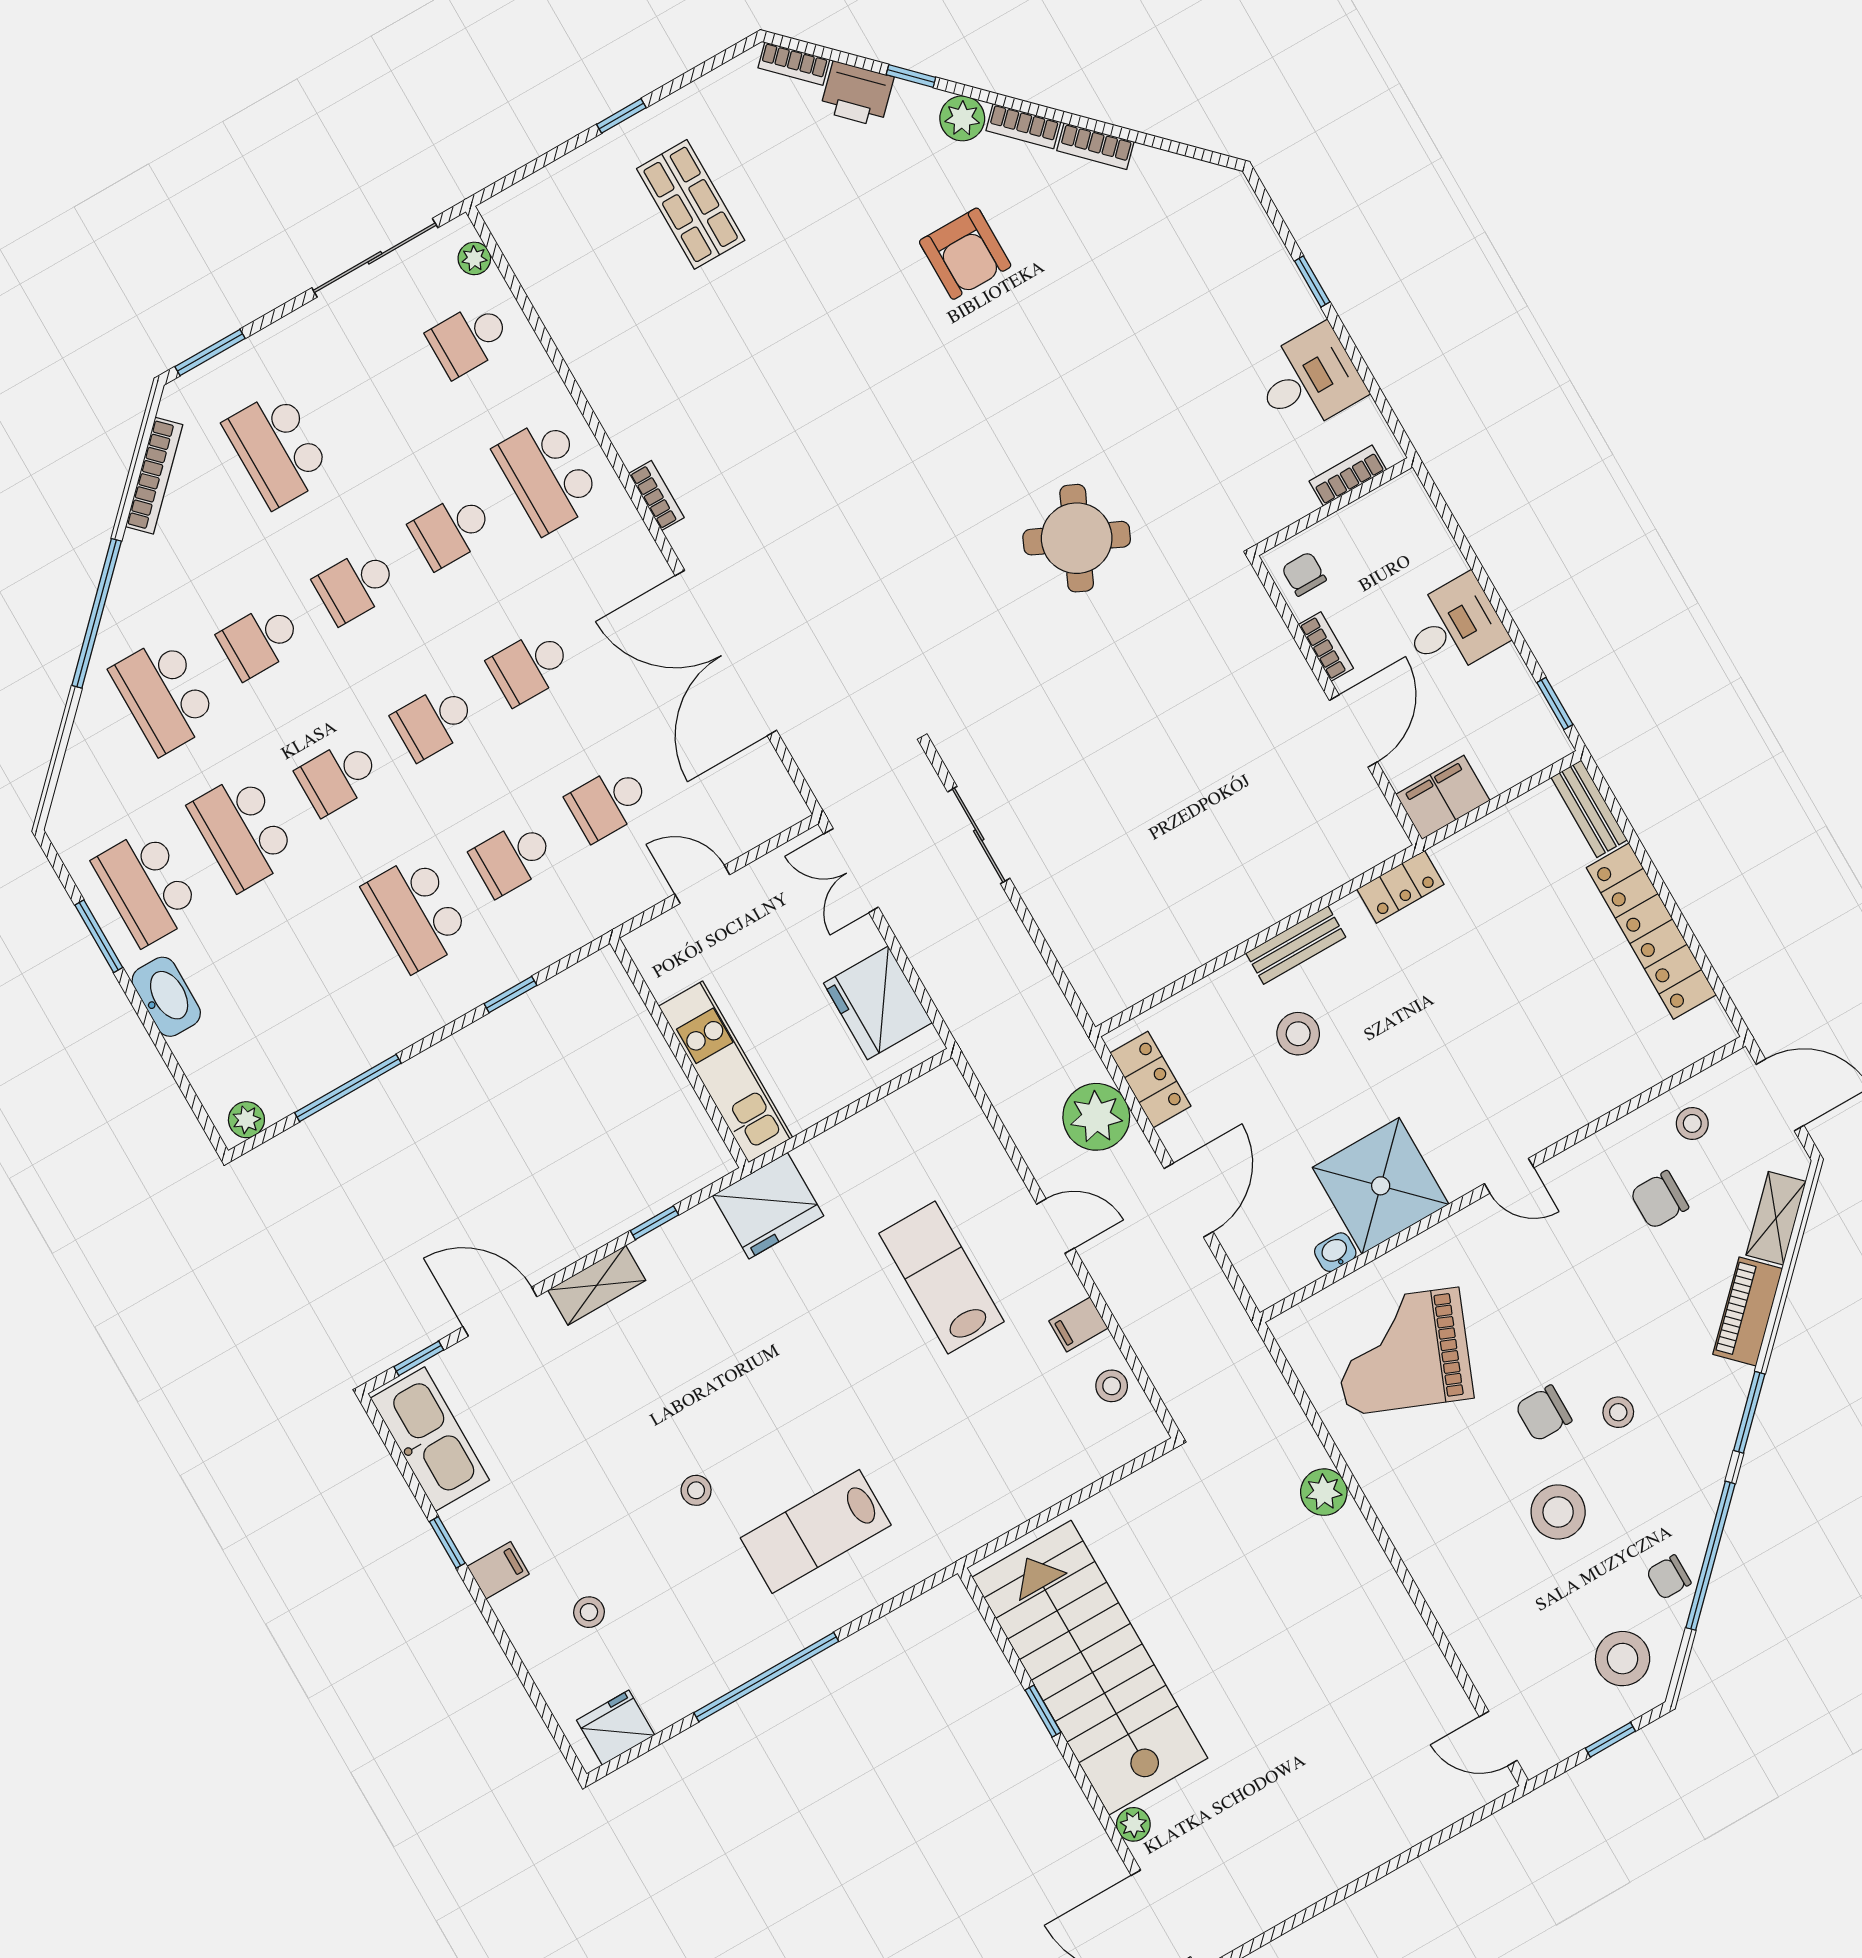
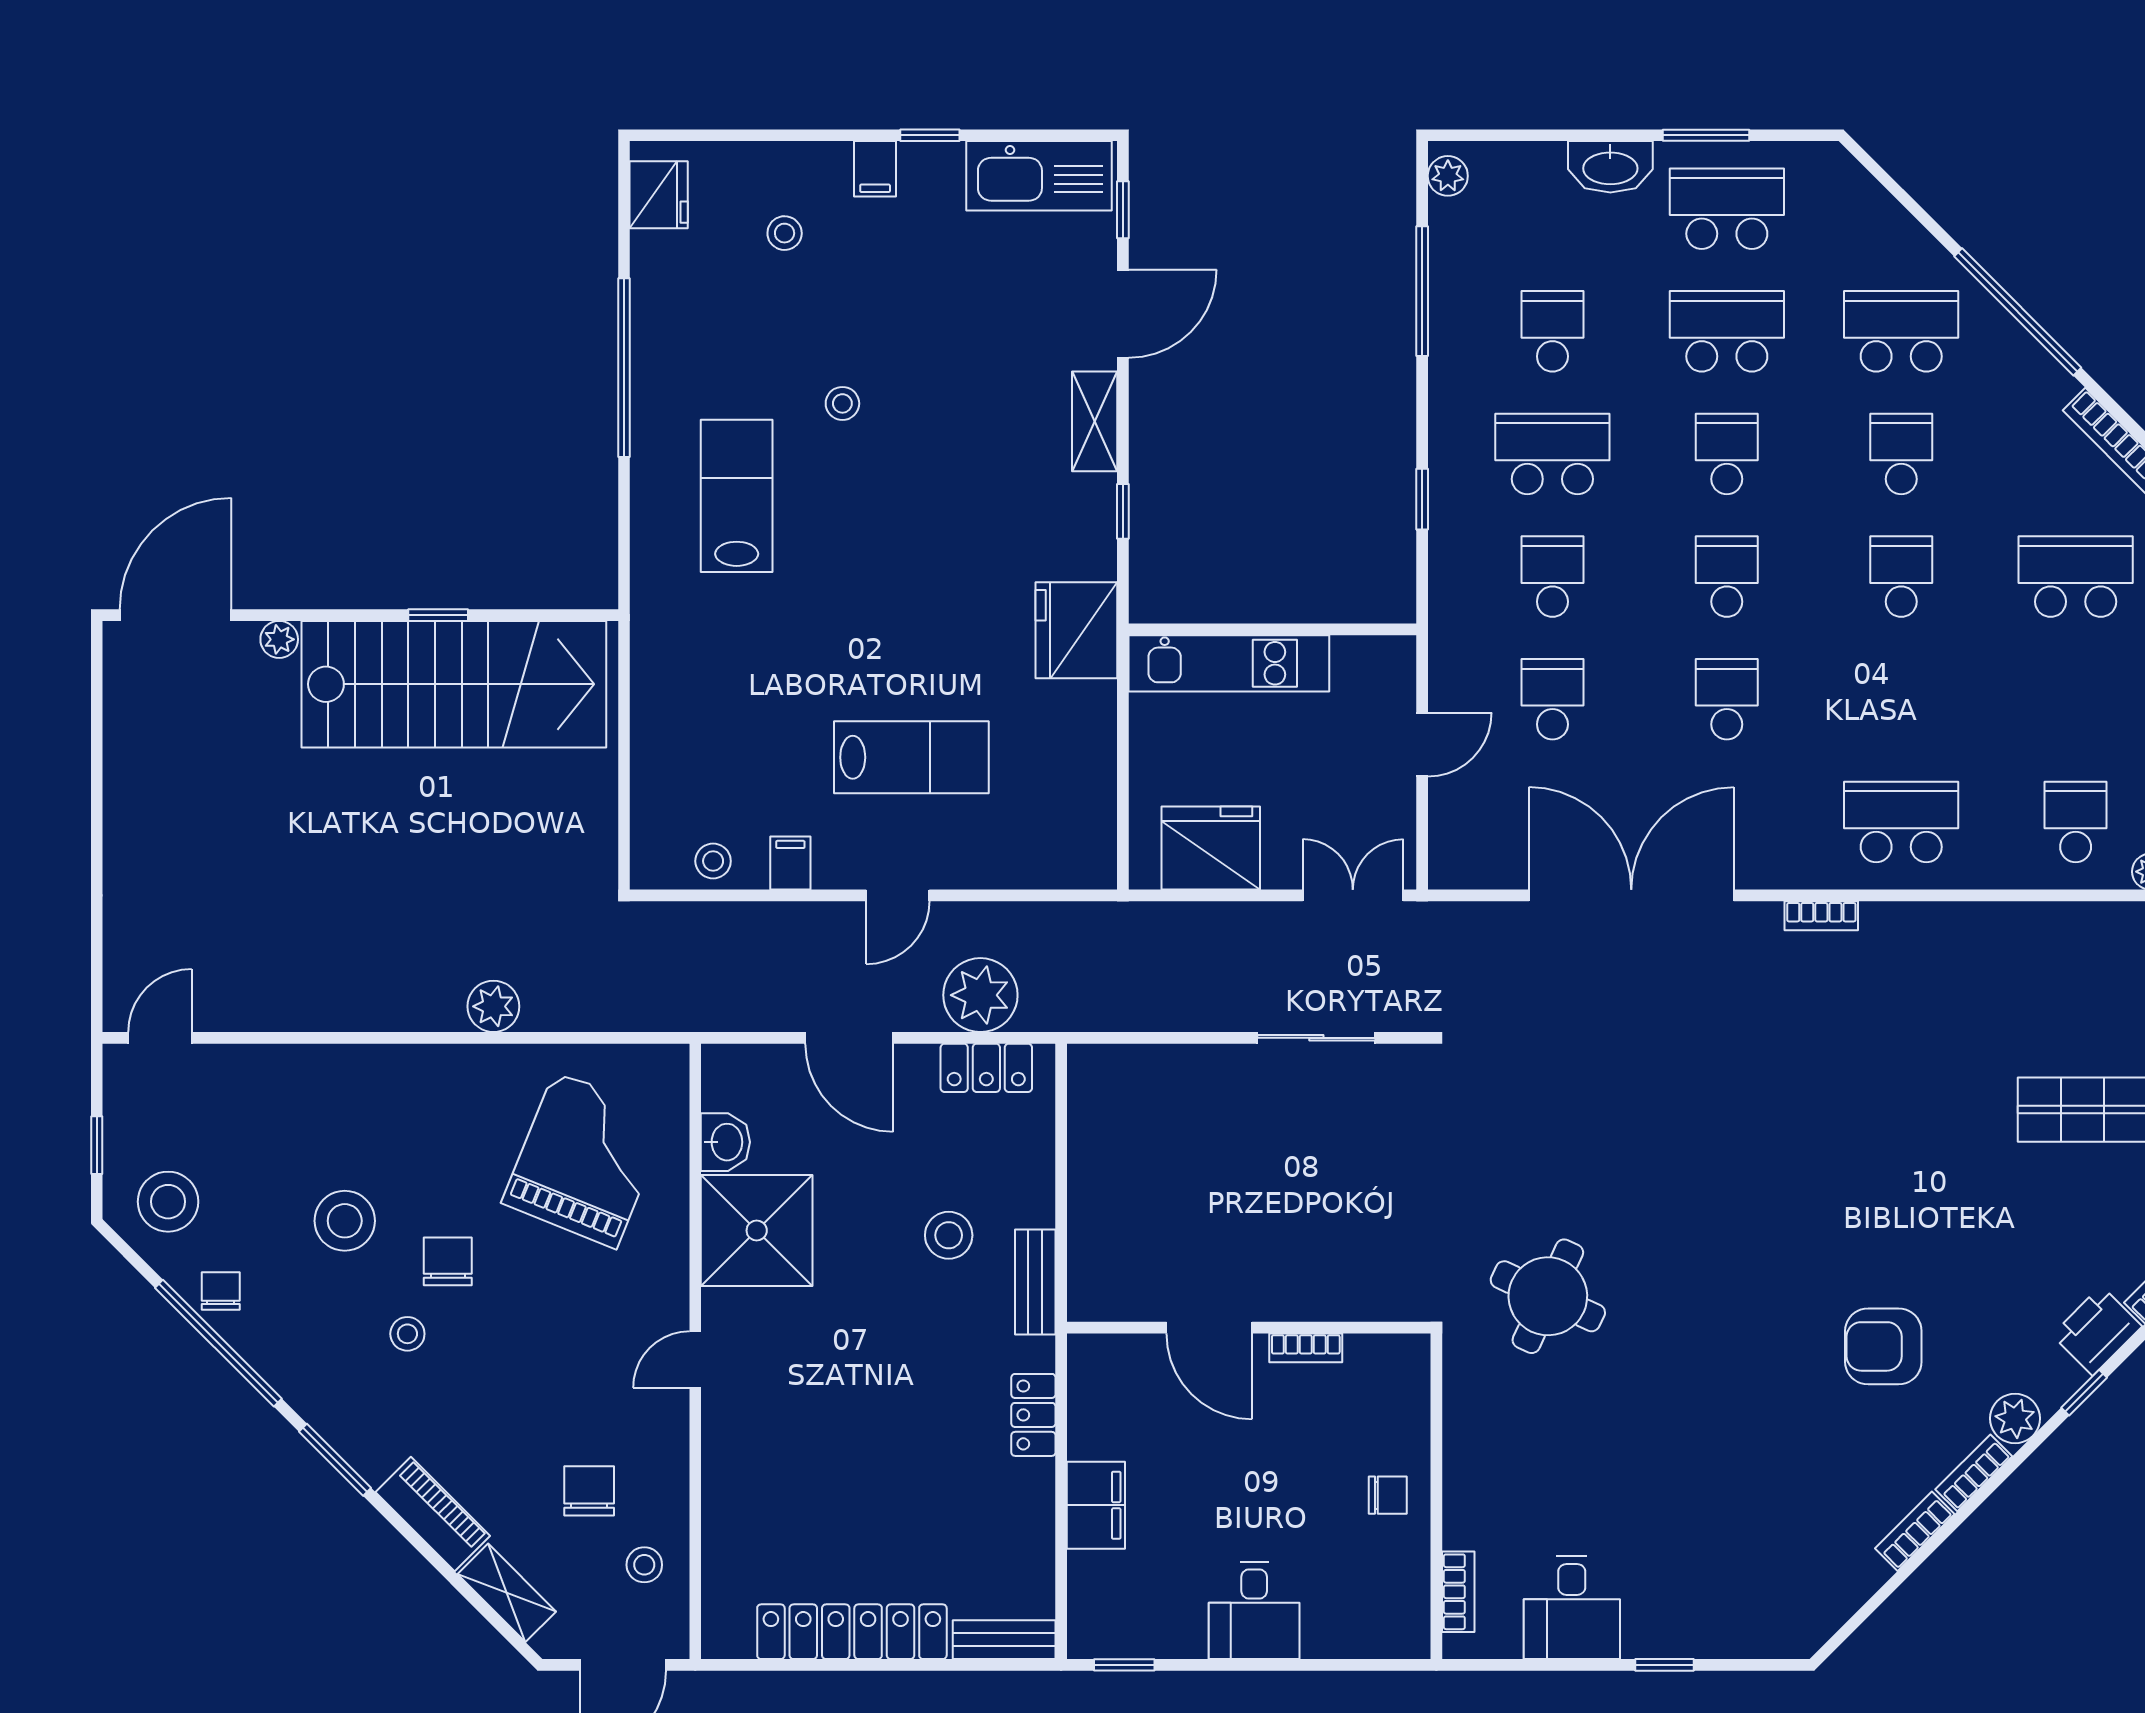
school desk: (452, 530) -> (1552, 331), moved
bookcase: (1326, 647) -> (1306, 1348), moved
wall: (1336, 700) -> (1249, 1328), moved
door: (1353, 731) -> (1209, 1328), moved
washbasin: (1335, 1252) -> (725, 1142), width x1.38, depth x1.45

